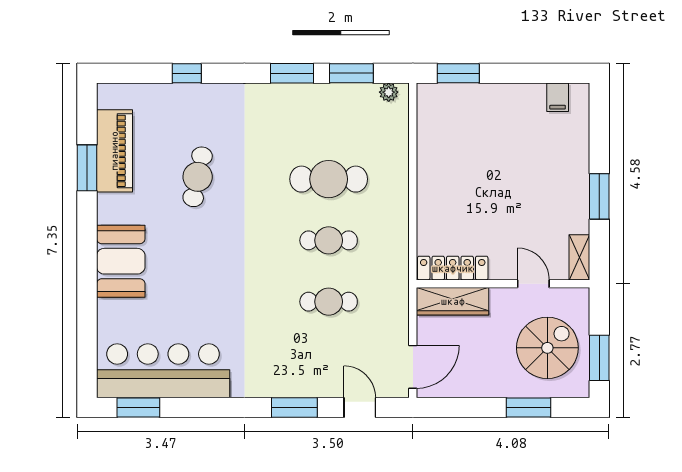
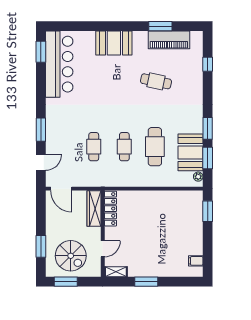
window: (187, 73) -> (208, 64), moved
booth: (340, 108) -> (190, 152), added

